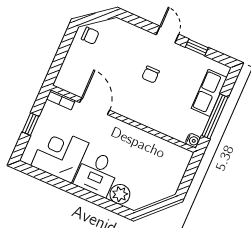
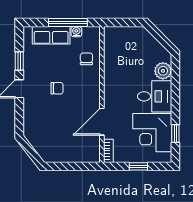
chair: (90, 36) -> (86, 59), moved
water cooler: (193, 140) -> (76, 32), moved
window: (48, 178) -> (175, 134), added

